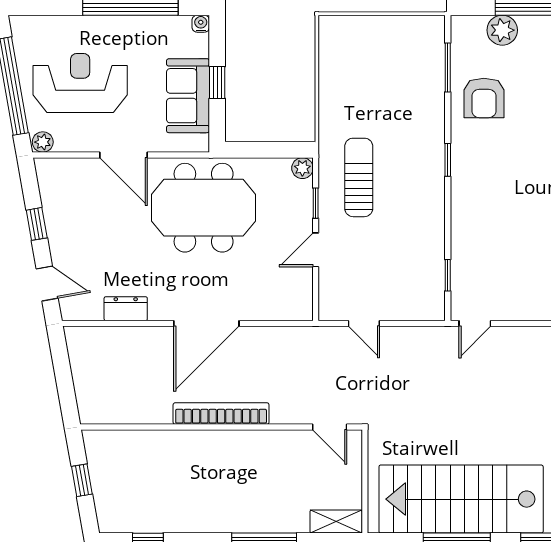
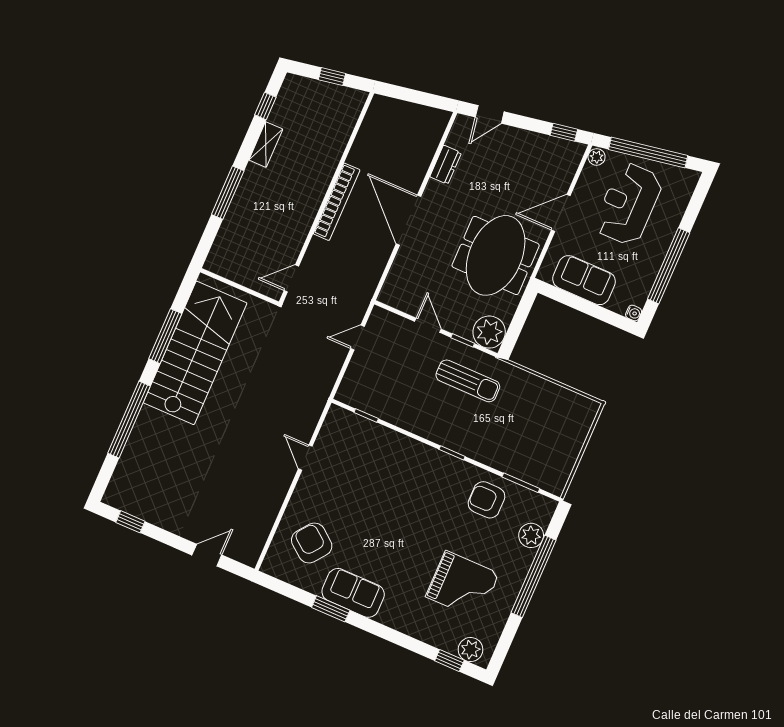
window: (217, 82) -> (584, 306), removed
reception desk: (80, 83) -> (628, 204), turned 180
plant: (302, 168) -> (489, 332), width x1.87, depth x1.87
window: (37, 224) -> (564, 132), moved
door: (475, 323) -> (305, 458), moved
shelving: (336, 522) -> (266, 145), moved

